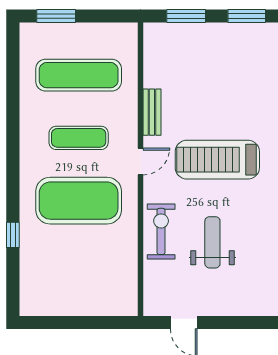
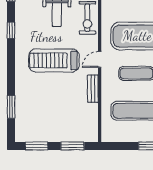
treadmill: (217, 160) -> (54, 60), turned 180

